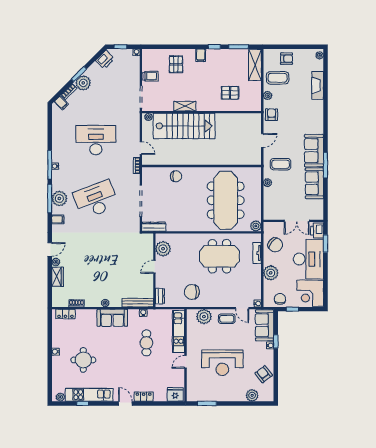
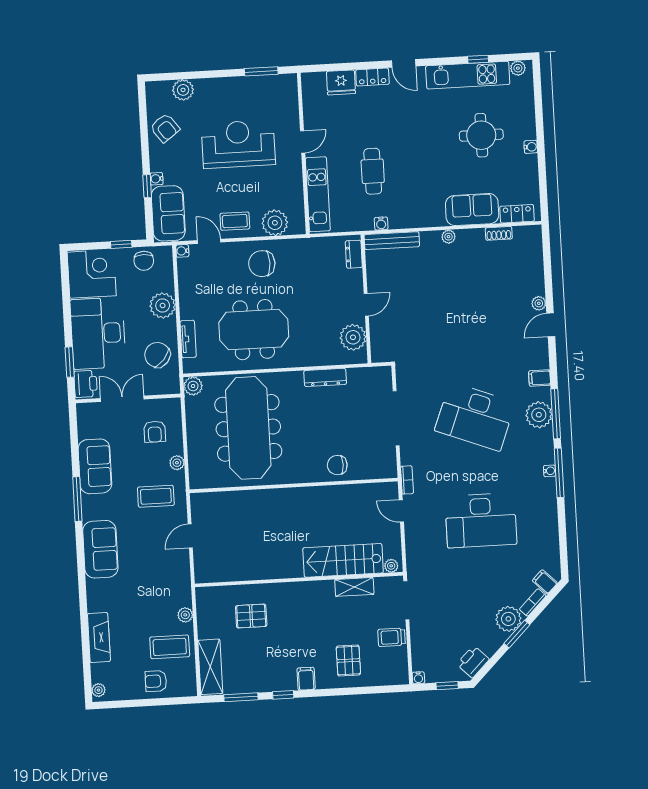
shelving: (185, 106) -> (354, 587), moved
armchair: (272, 115) -> (155, 432), moved
stairs: (184, 126) -> (343, 560), width x0.73, depth x0.66
sofa: (314, 151) -> (100, 549), moved
desk: (96, 200) -> (475, 417), turned 42
dresser: (154, 227) -> (325, 377), moved
wardrobe: (57, 277) -> (535, 278), removed
chair: (192, 292) -> (262, 264), moved, turned 180
sofa: (112, 318) -> (472, 210), moved
fridge: (175, 395) -> (341, 82), moved

